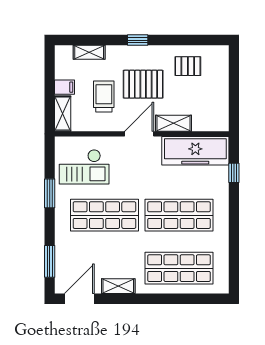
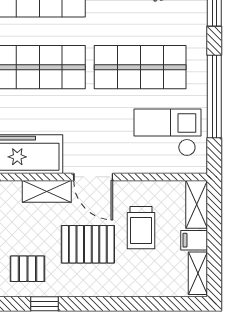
window: (138, 40) -> (45, 304), moved
shelving: (89, 52) -> (198, 273), moved, turned 90
door: (139, 134) -> (93, 177), hinge flipped
window: (50, 193) -> (214, 96), width x2.11

